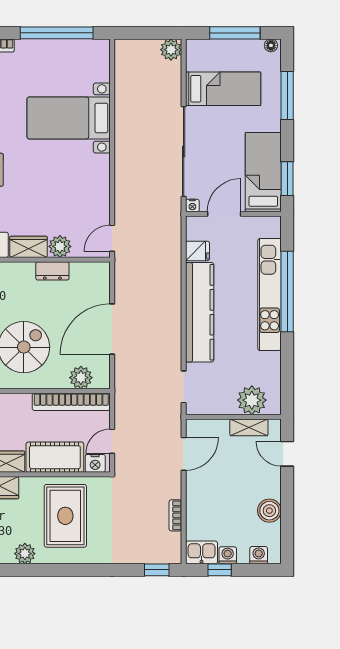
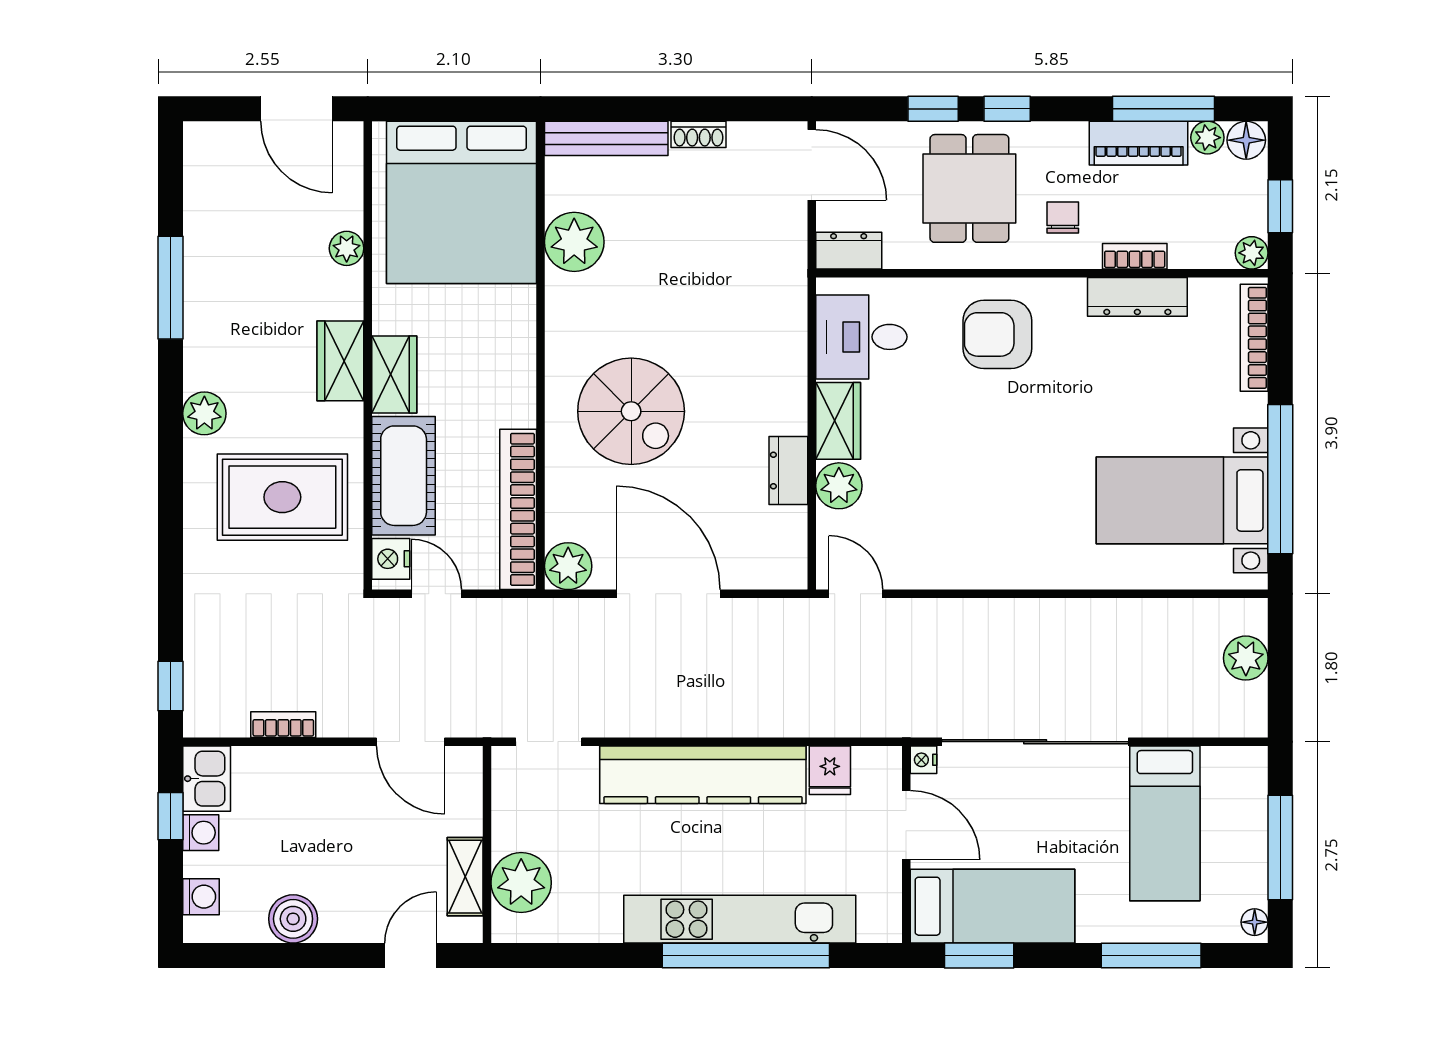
plant: (171, 50) -> (1246, 658), moved
bed with nightstands: (69, 118) -> (1182, 500), moved, turned -90
plant: (81, 378) -> (568, 566), moved

